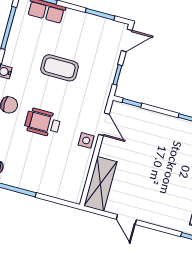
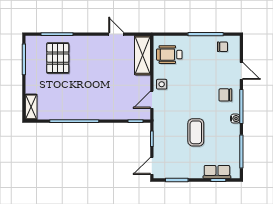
coffee table: (60, 68) -> (196, 132), turned 90
wheelchair: (43, 123) -> (169, 55), moved, turned 180
door: (104, 124) -> (152, 100), hinge flipped

